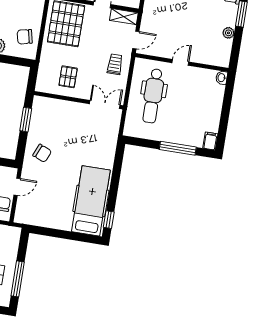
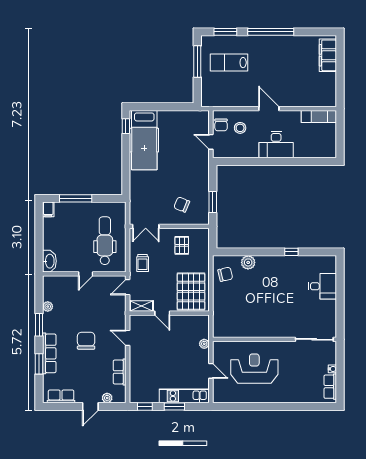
washbasin: (222, 78) -> (49, 261), width x1.91, depth x1.45
chair: (42, 153) -> (182, 205), moved
door: (17, 187) -> (211, 142), hinge flipped

